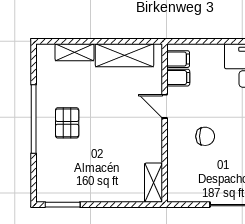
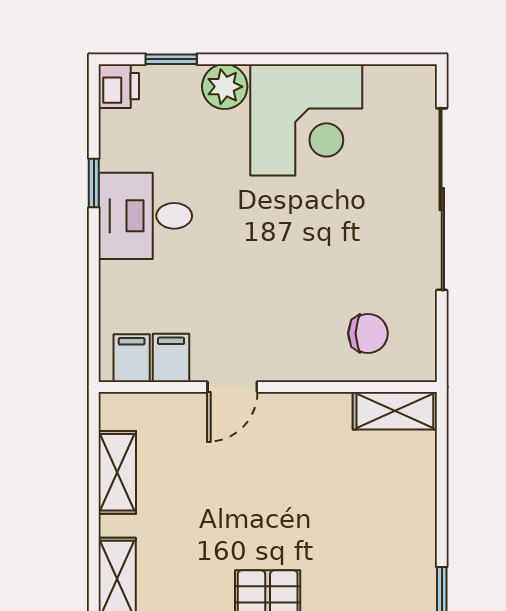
shelving: (124, 55) -> (117, 472), width x0.67, depth x0.75
chair: (205, 136) -> (368, 333), moved, turned 90

